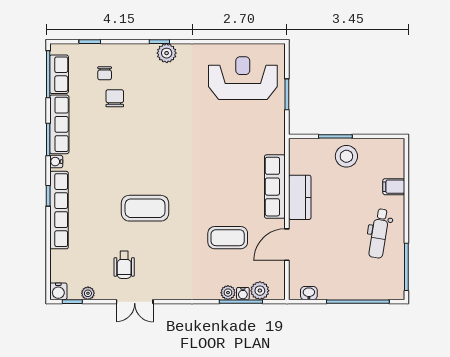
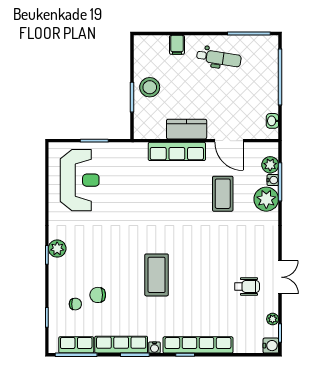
reception desk: (243, 78) -> (80, 180), turned 180
coffee table: (145, 208) -> (157, 275), moved
plant: (228, 293) -> (266, 199), width x1.87, depth x1.87

